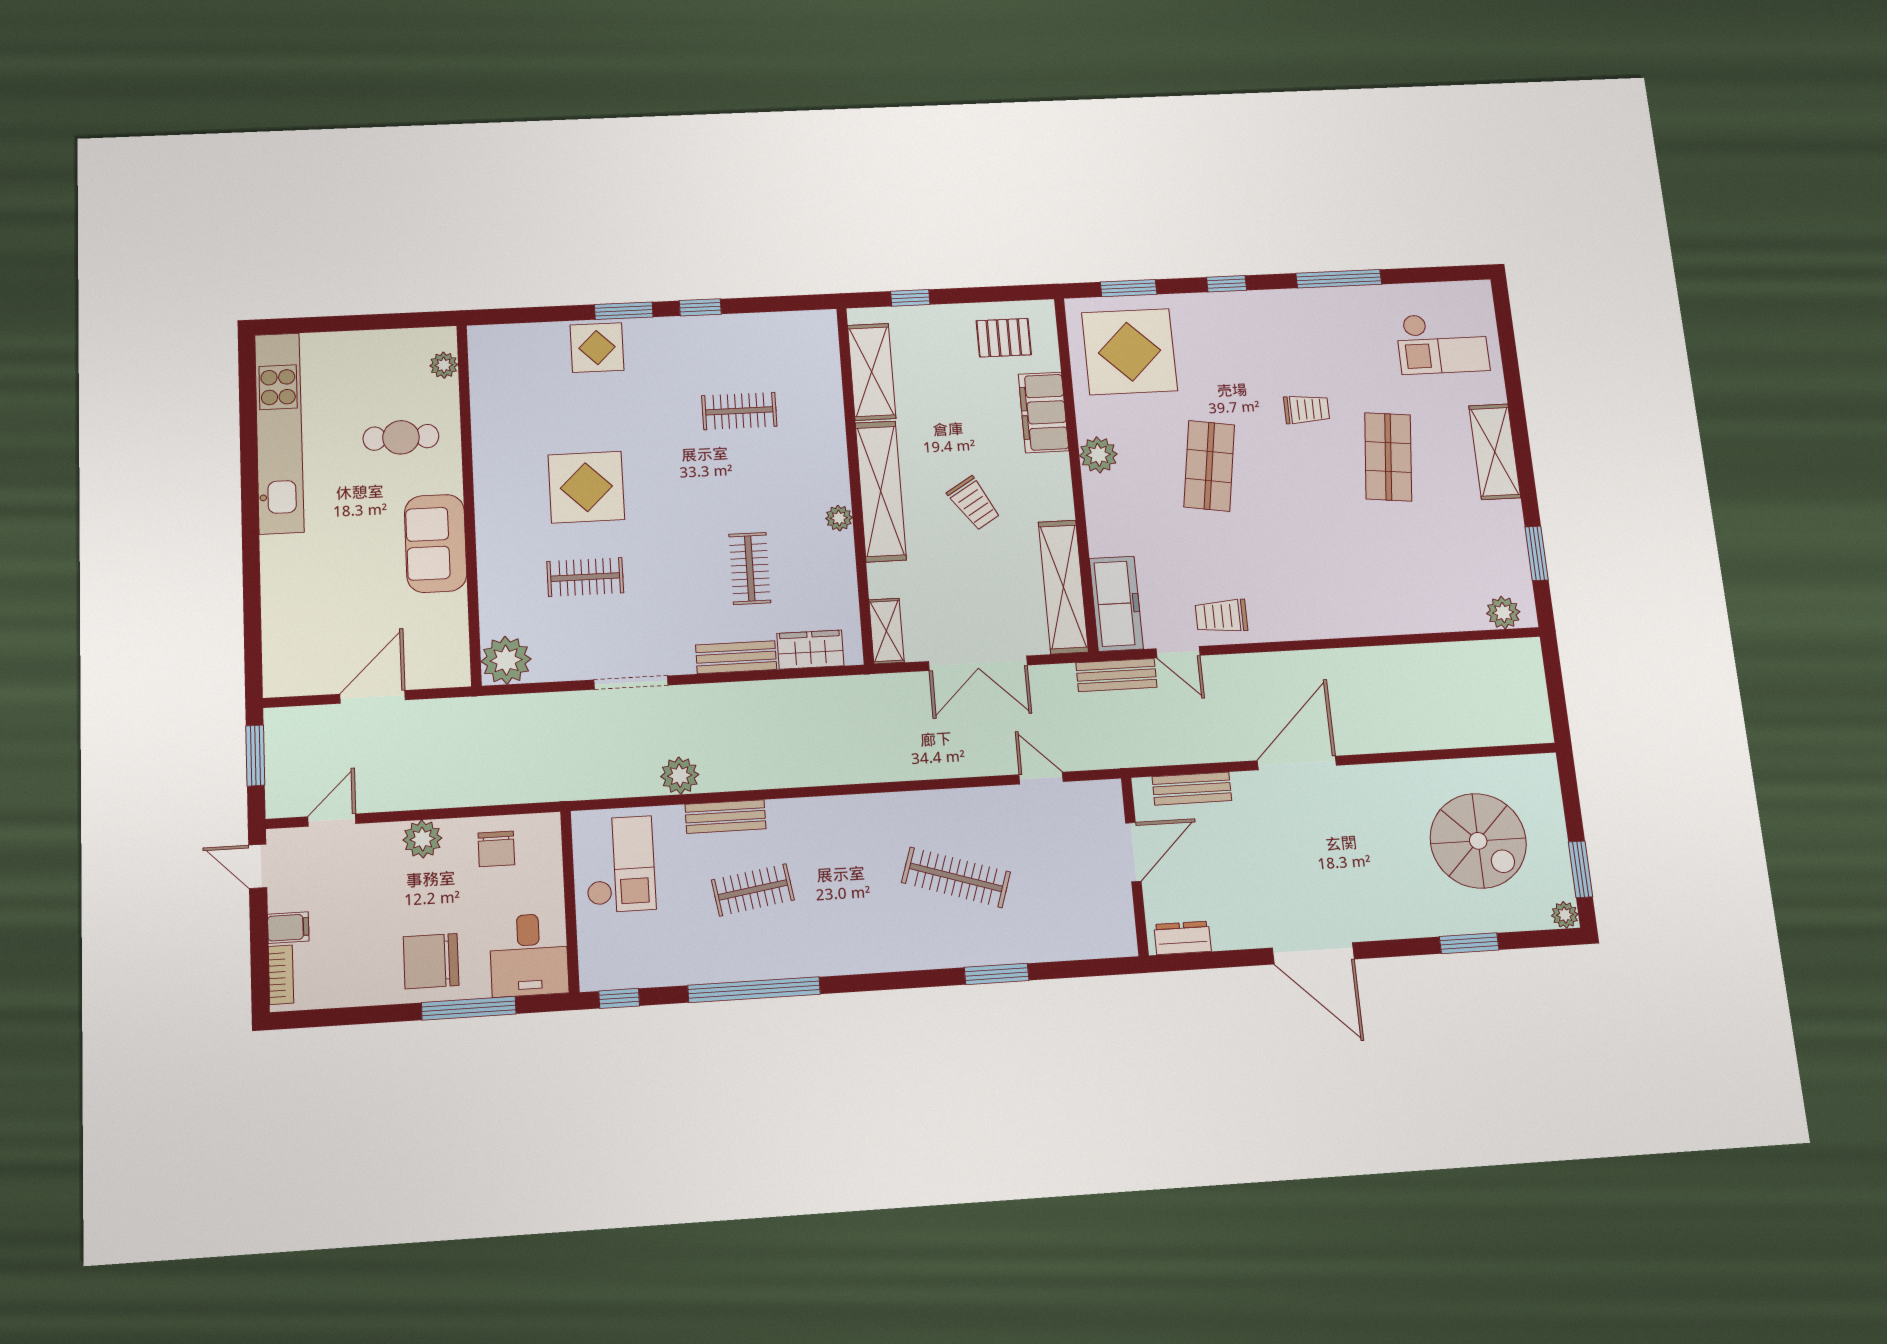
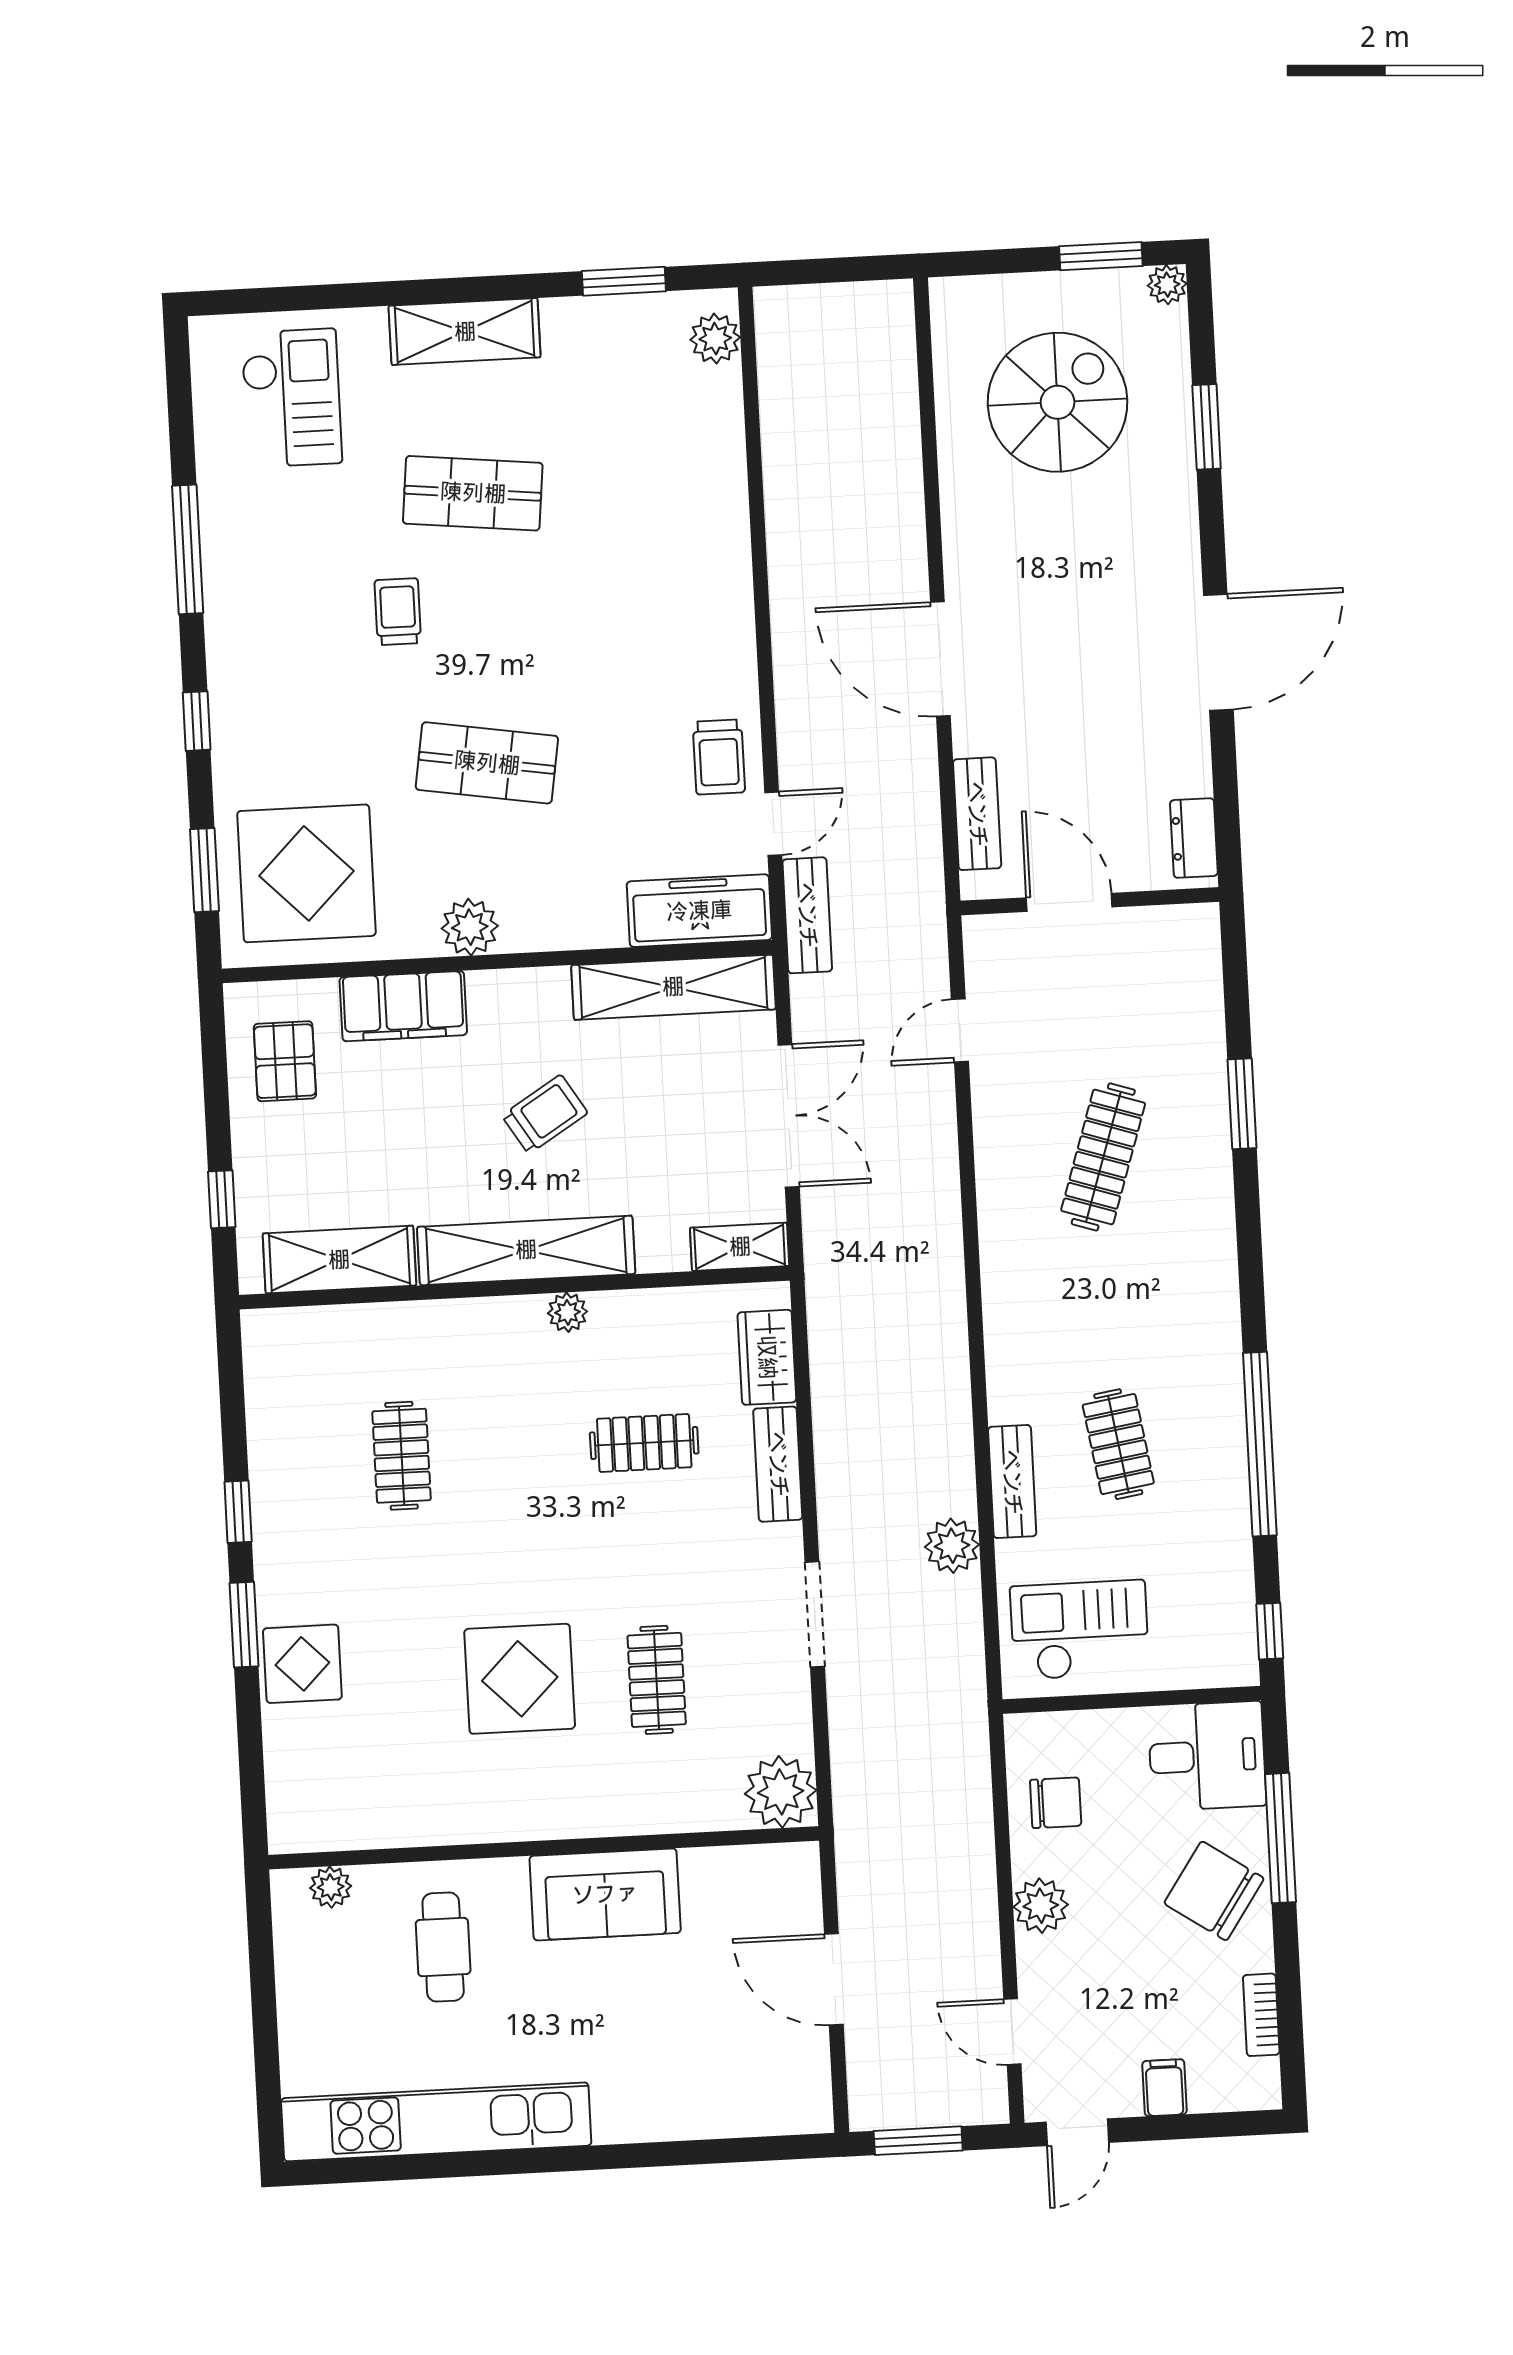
chair: (431, 961) -> (1214, 1891), turned 124
bookcase: (281, 975) -> (1261, 2015), moved, turned -90

